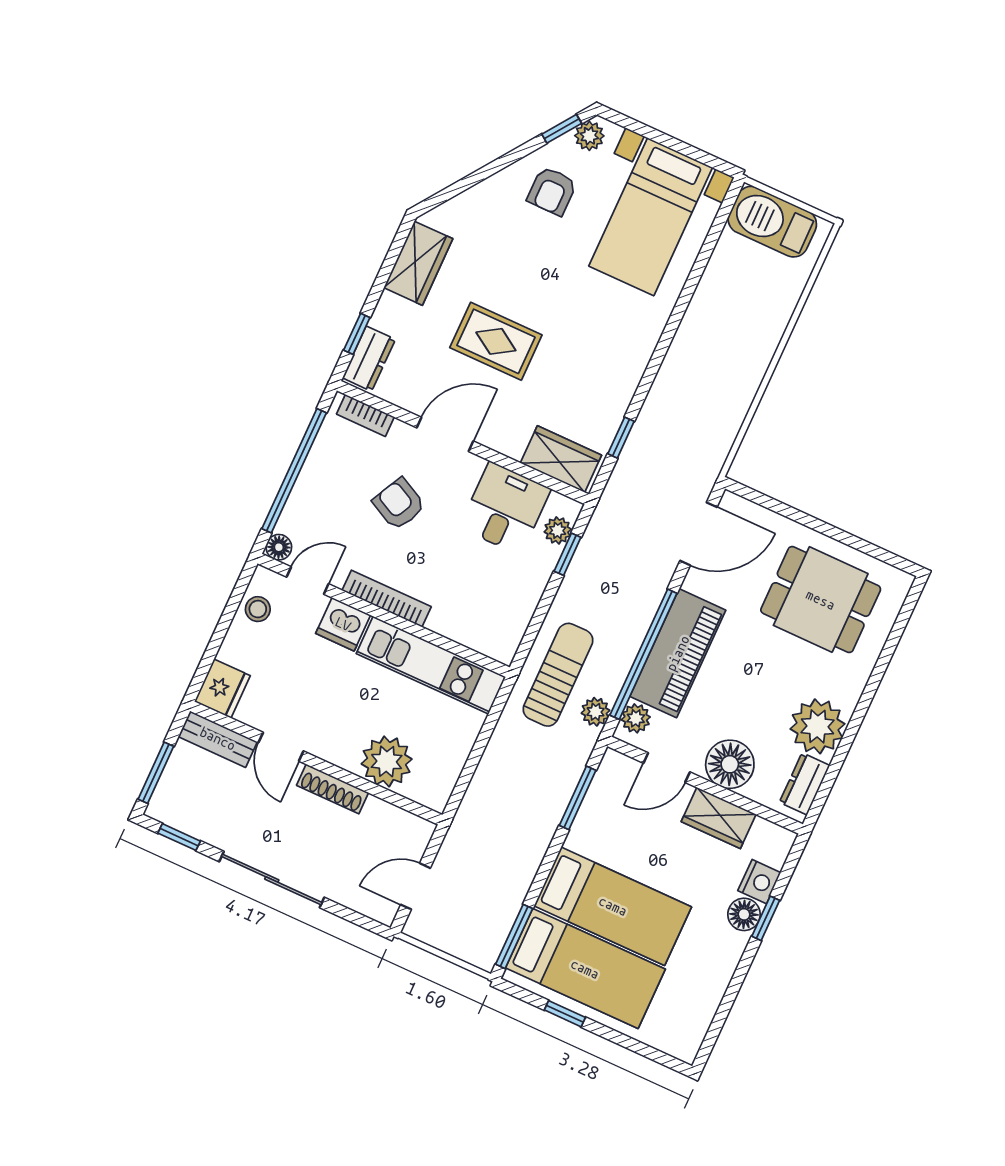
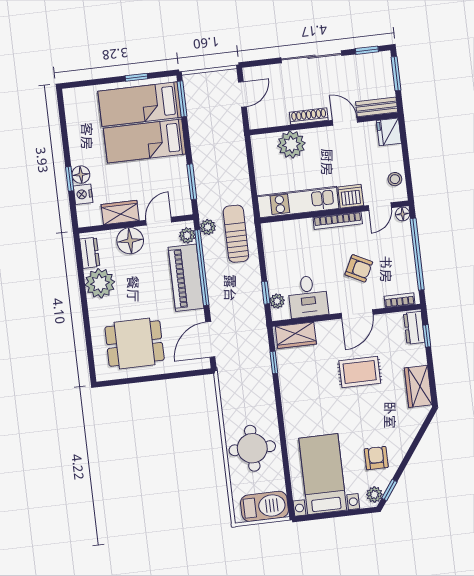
round table: (736, 324) -> (252, 448), added
sun lounger: (558, 675) -> (236, 234), turned 180

